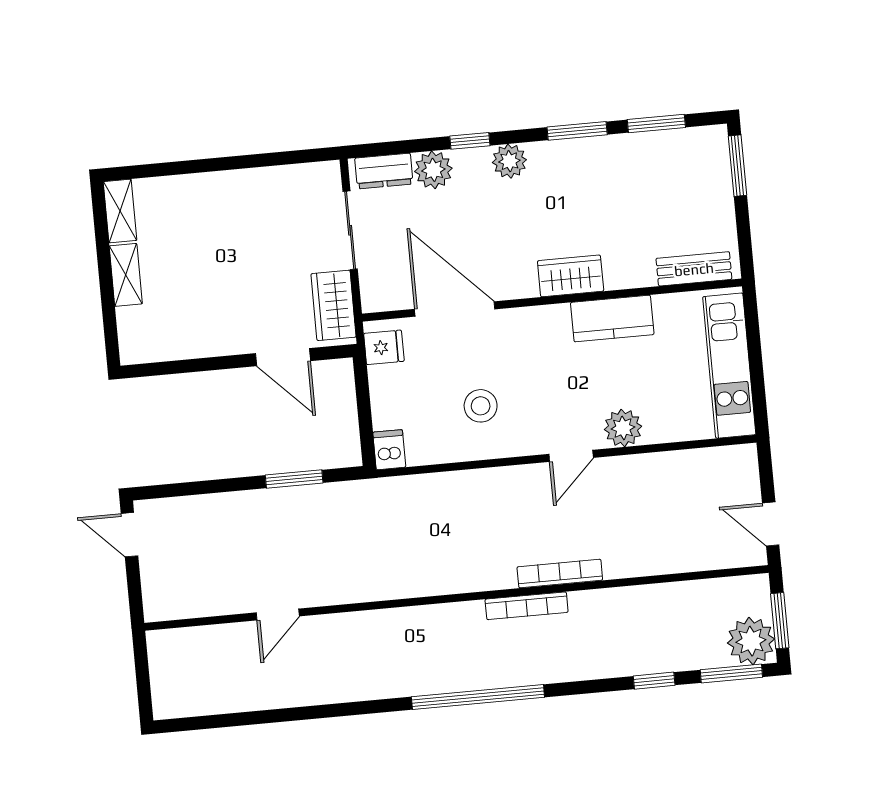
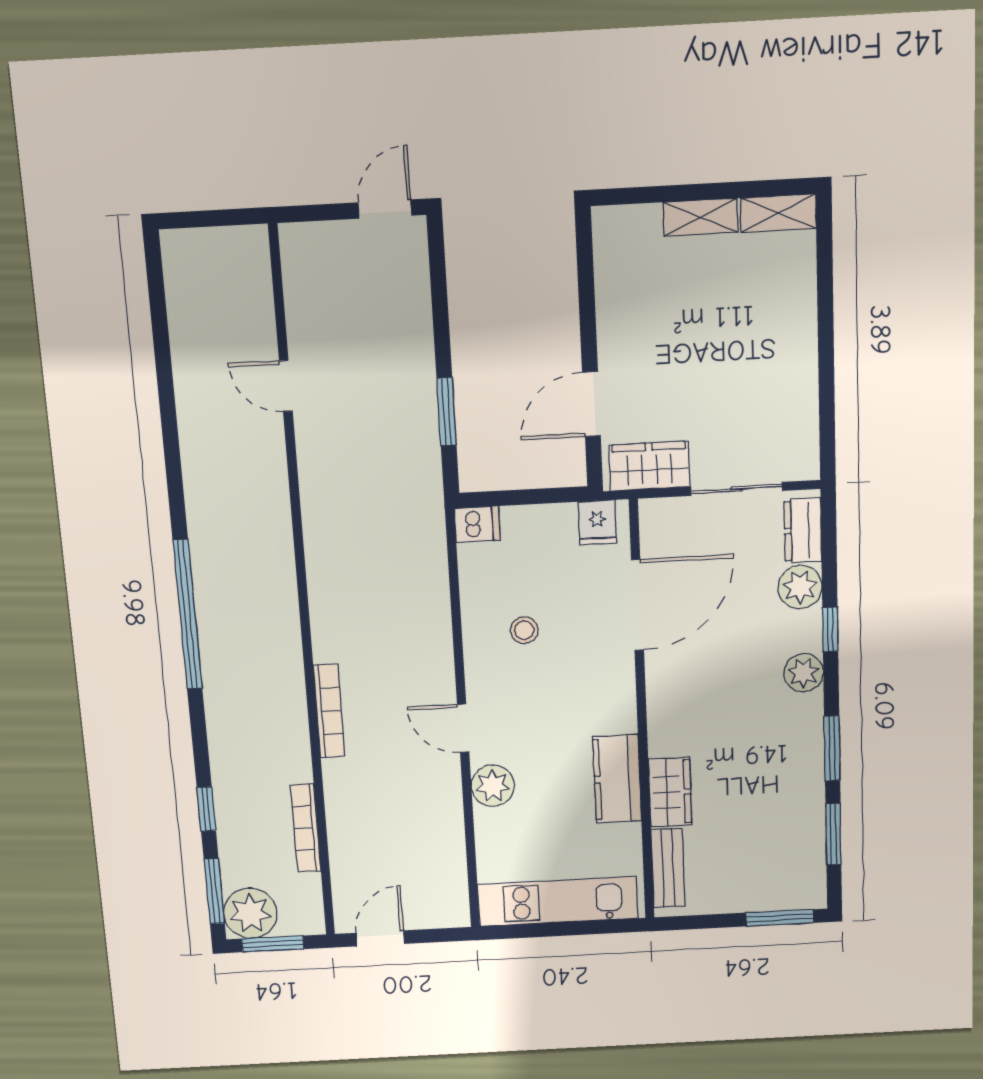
wardrobe: (571, 276) -> (670, 792), moved
stool: (481, 406) -> (524, 630), width x0.73, depth x0.73
bookcase: (527, 606) -> (306, 828), moved

